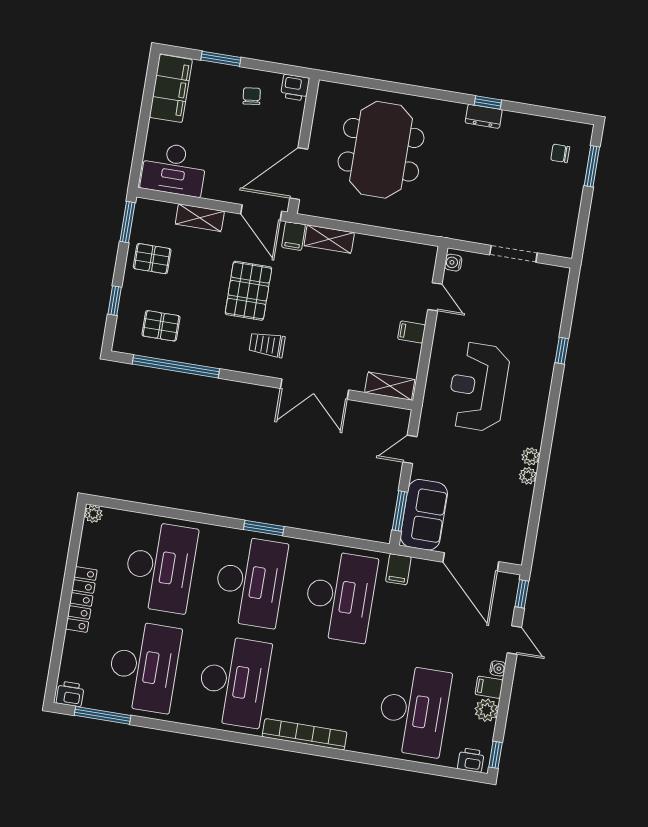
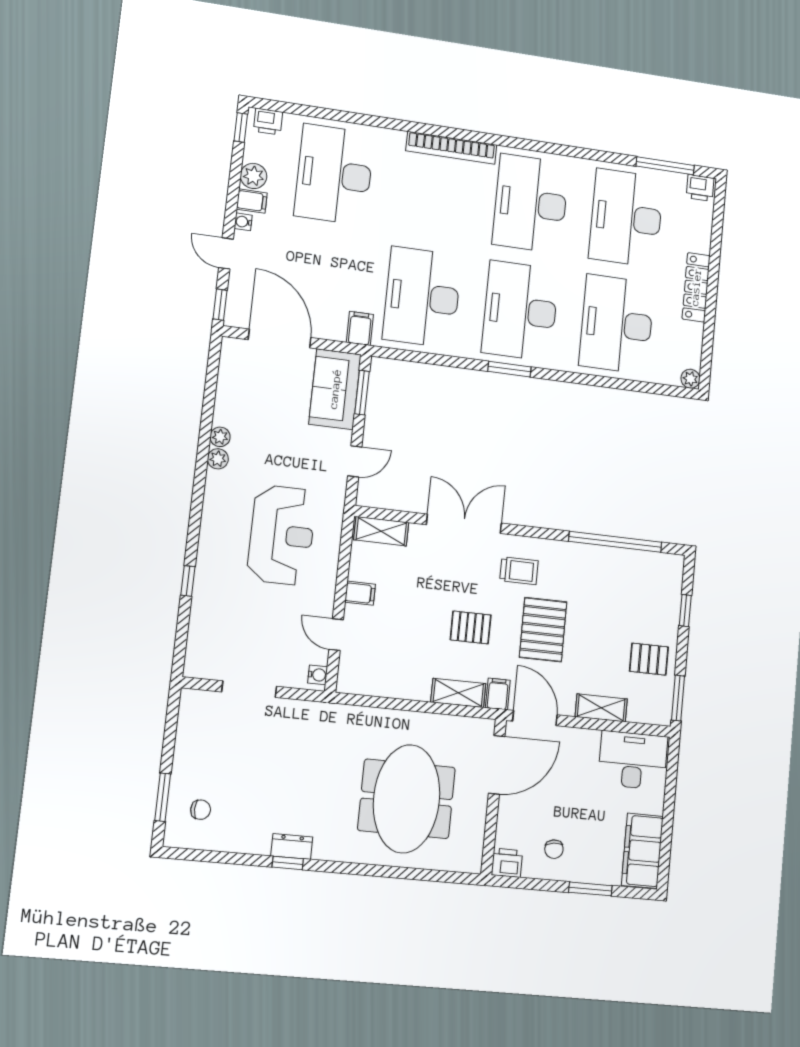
pallet: (161, 326) -> (471, 627), moved

